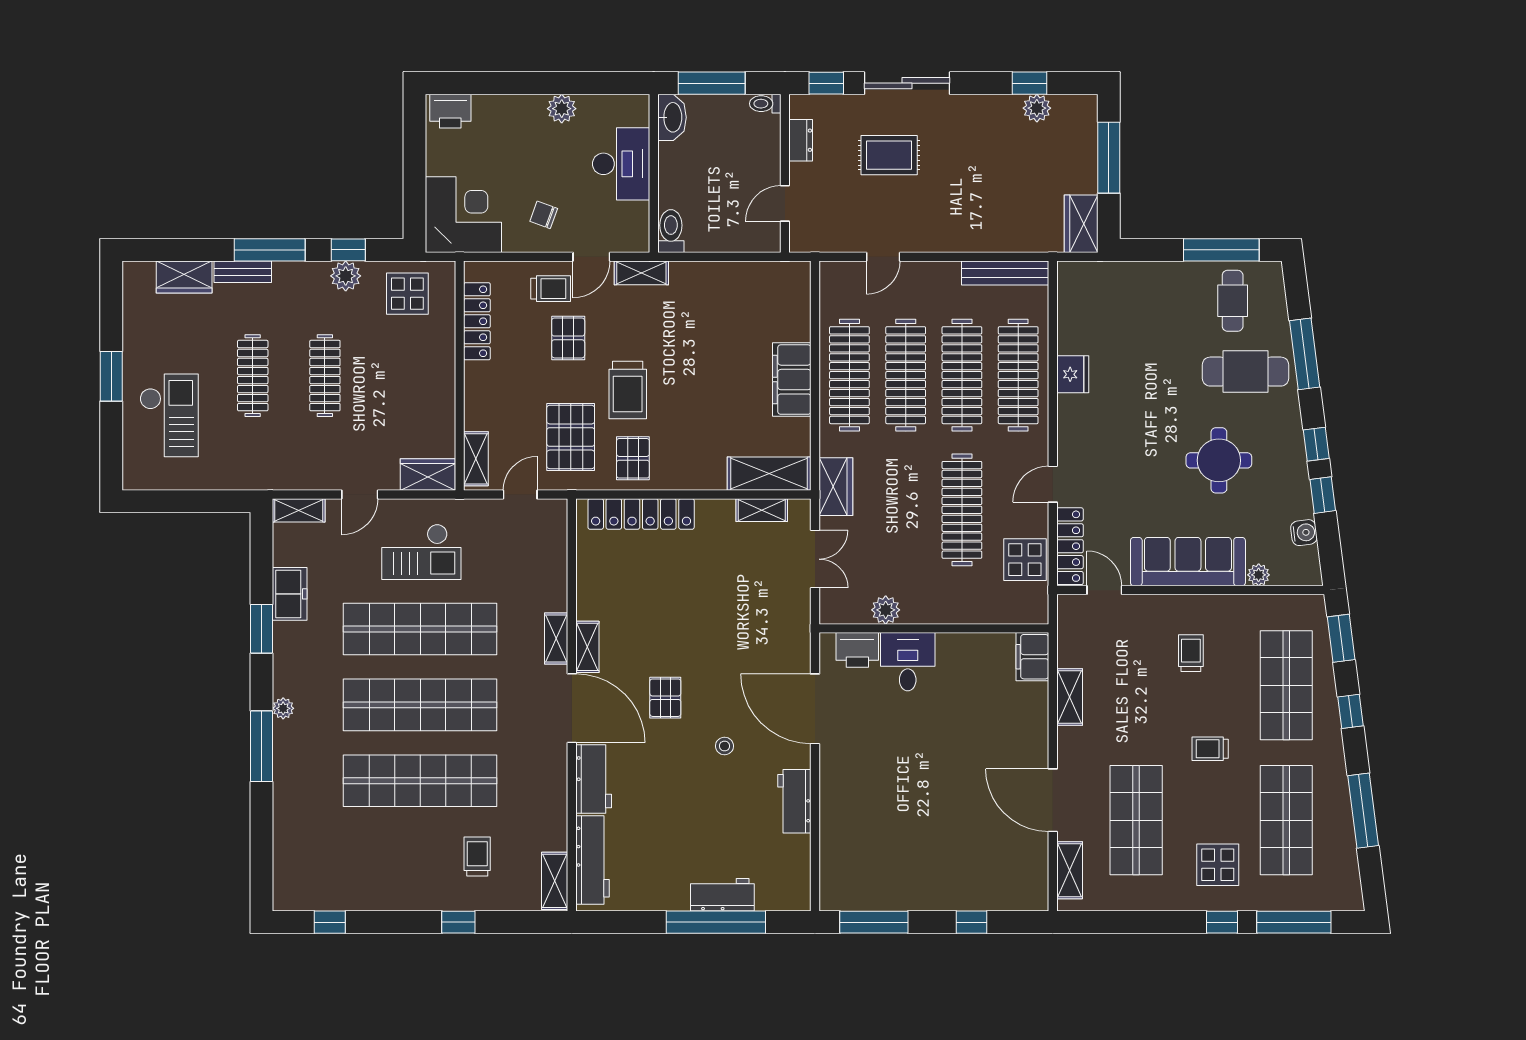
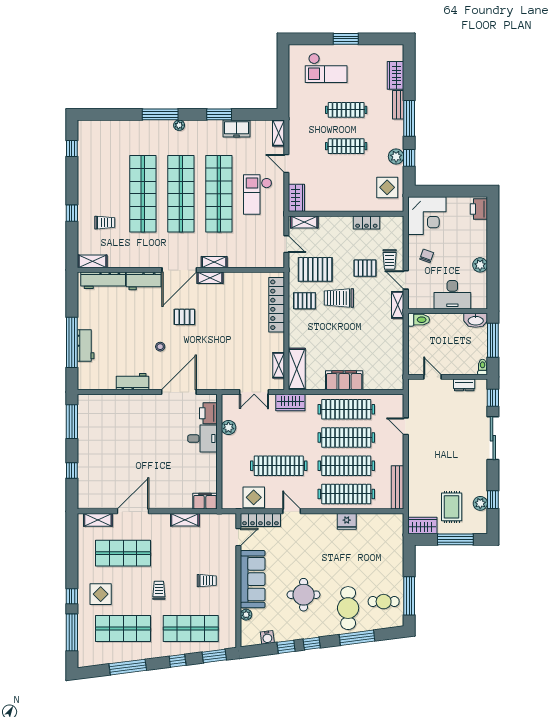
rug: (889, 155) -> (452, 507), moved
locker: (477, 321) -> (366, 222), width x0.66

